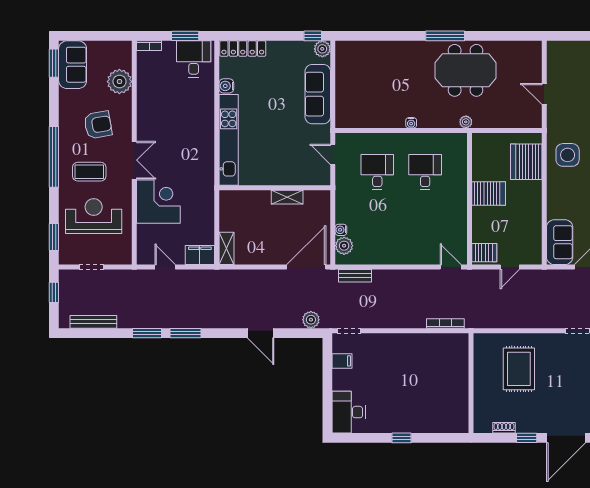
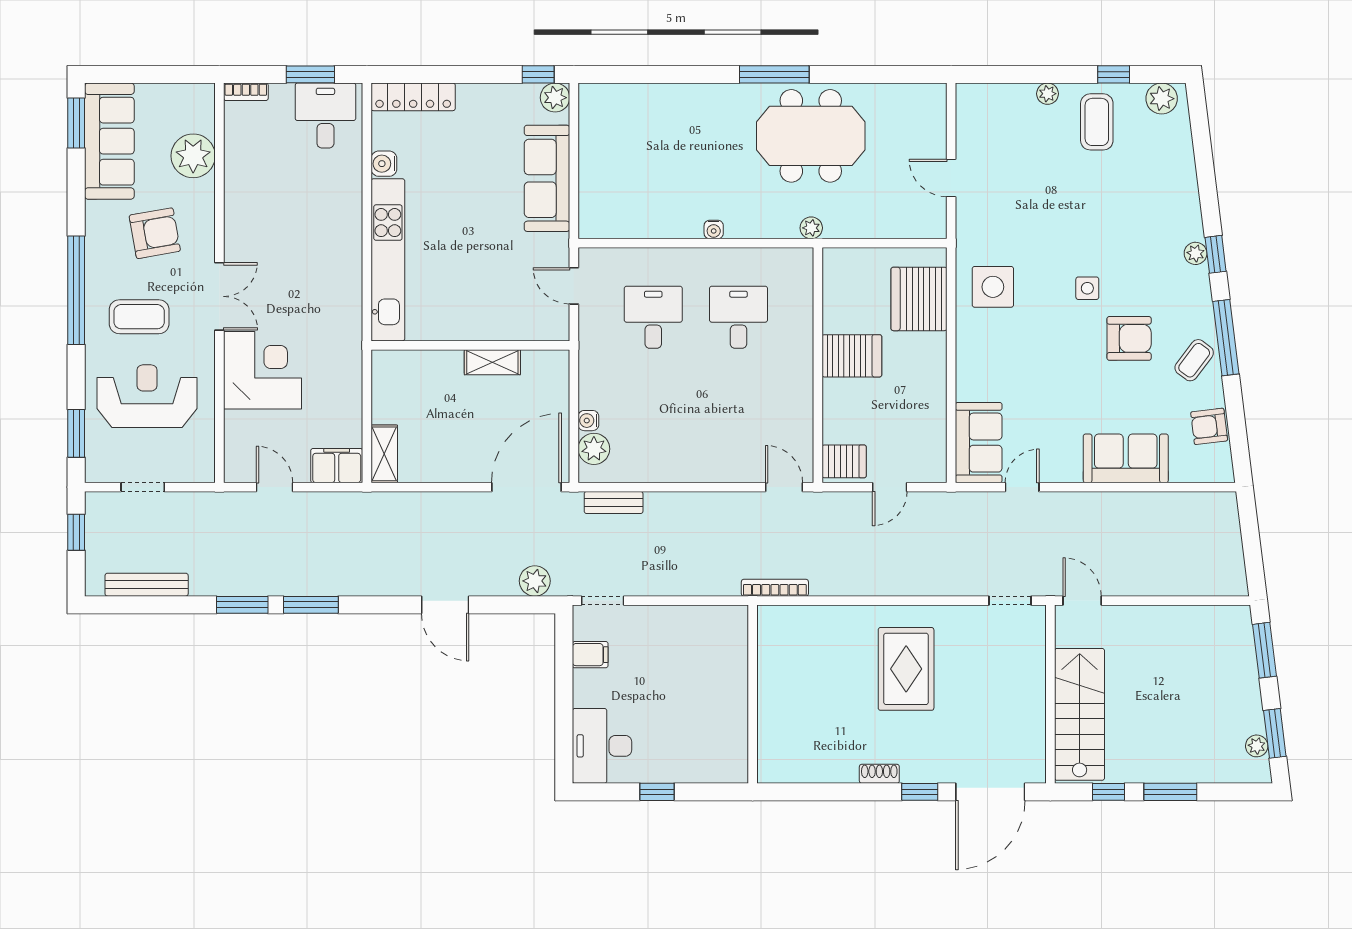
sofa: (73, 65) -> (109, 141), width x1.36
wall: (471, 383) -> (753, 694), moved
window: (401, 438) -> (657, 792), moved

